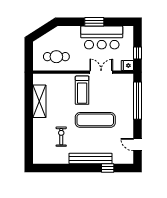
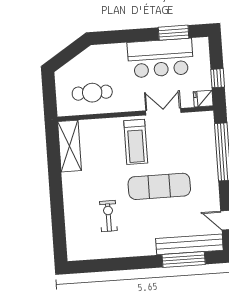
window: (94, 22) -> (174, 33), moved
shelving: (39, 101) -> (70, 146), moved
bench: (91, 158) -> (189, 244), moved
window: (108, 168) -> (184, 259), width x2.17

